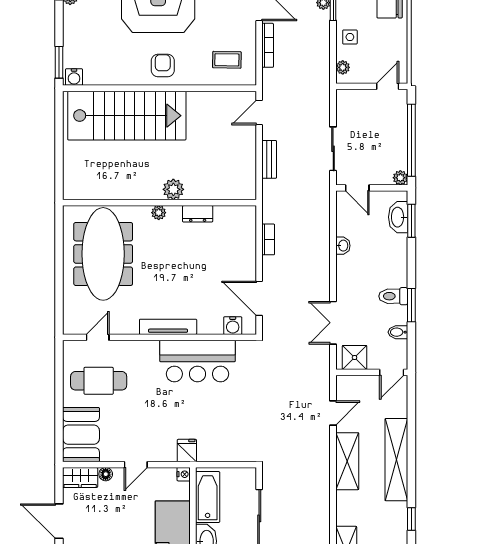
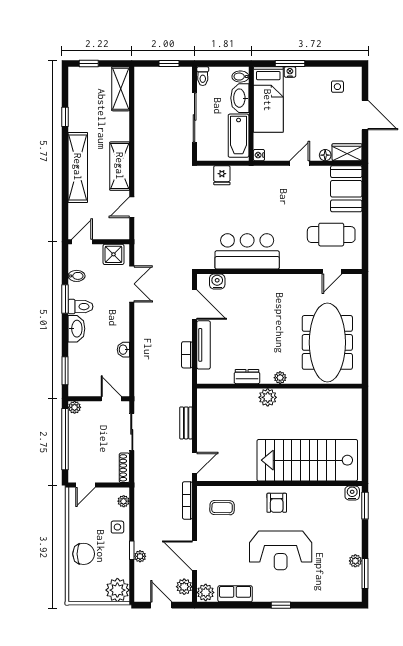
bookcase: (268, 45) -> (187, 500), moved
shoe rack: (342, 107) -> (124, 468), added
washbasin: (398, 217) -> (76, 329), moved
tv unit: (168, 327) -> (204, 345), moved, turned -90
fridge: (187, 451) -> (222, 175), moved

